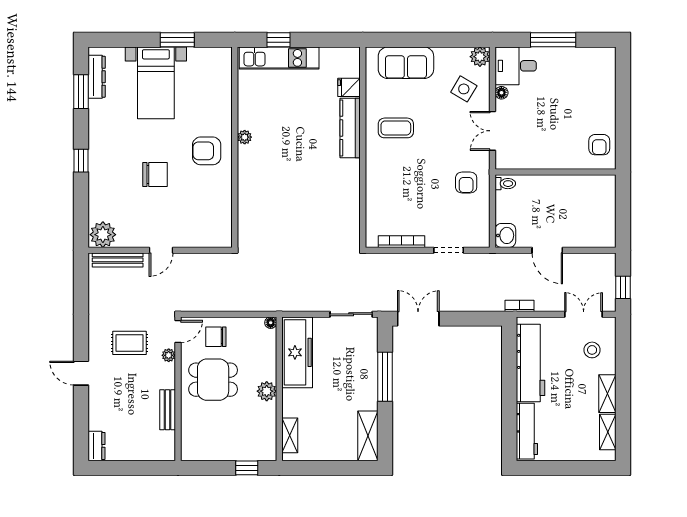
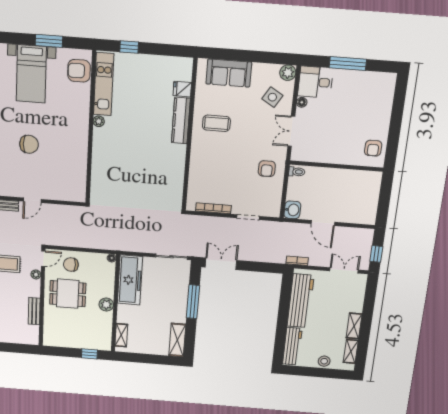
kitchen unit: (279, 58) -> (104, 84), moved, turned -90
armchair: (207, 151) -> (79, 71), moved
stool: (592, 350) -> (324, 361), moved

